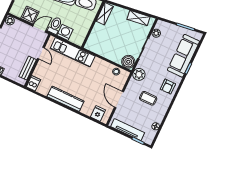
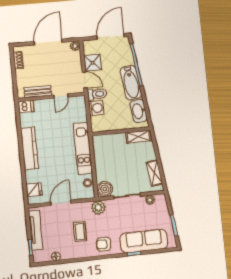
kitchen unit: (73, 52) -> (83, 148), moved

